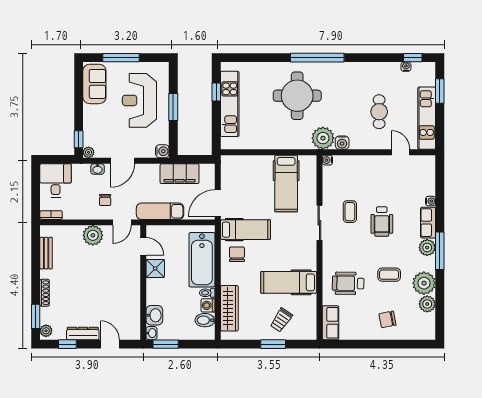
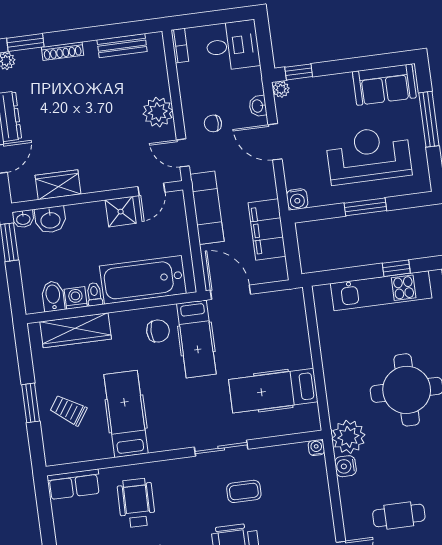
wardrobe: (132, 307) -> (58, 185), added

